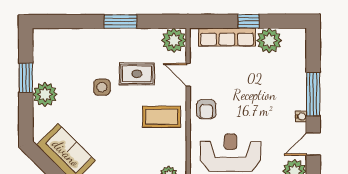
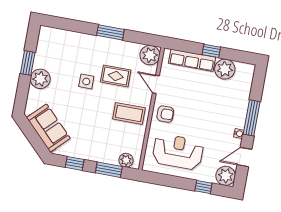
armchair: (206, 109) -> (165, 114), turned -90

